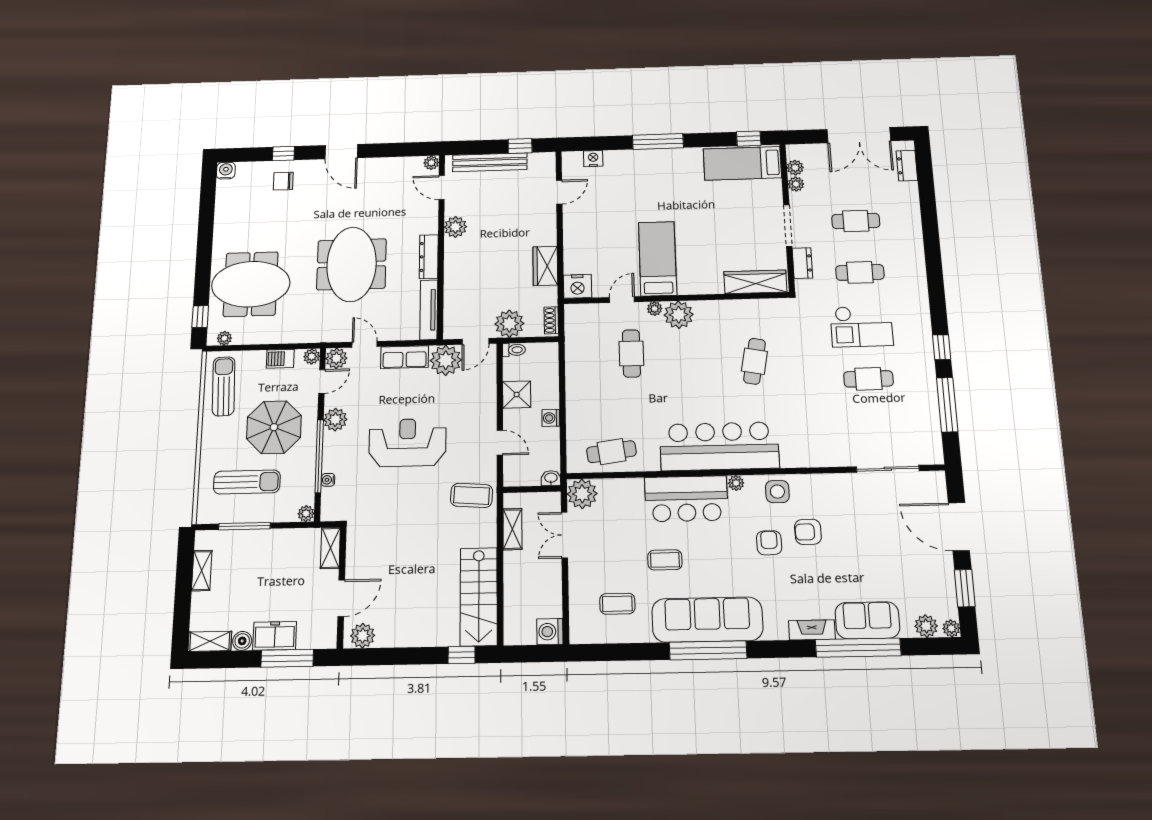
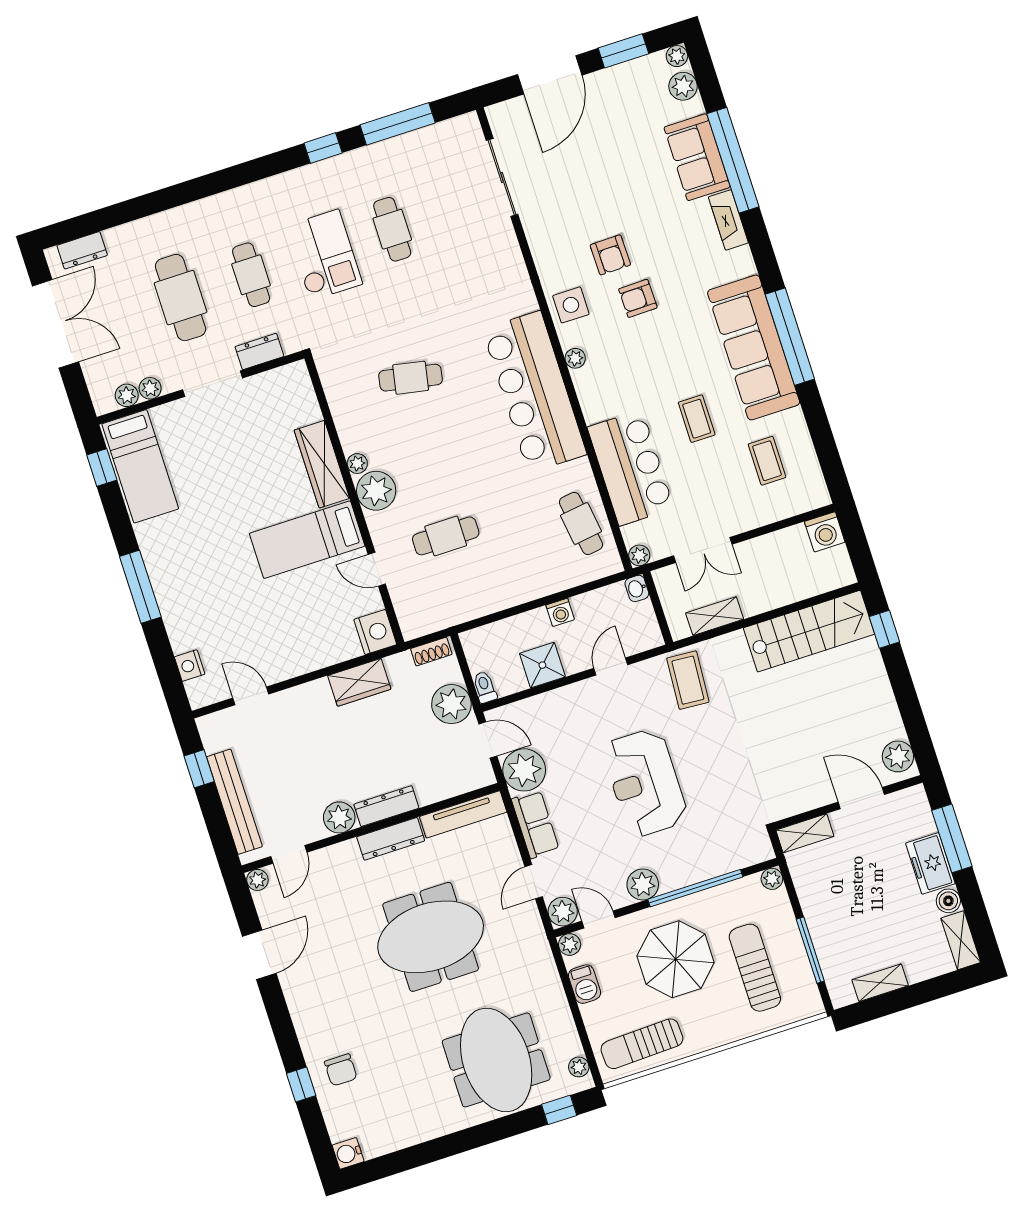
door: (341, 152) -> (259, 955), moved
cafe table: (856, 221) -> (181, 298), width x1.37, depth x1.35
dresser: (452, 260) -> (386, 806), added
wardrobe: (755, 282) -> (322, 464), moved
plant: (655, 309) -> (357, 464), moved
water cooler: (328, 480) -> (722, 866), removed
plant: (582, 494) -> (639, 555), width x0.53, depth x0.53
bar counter: (686, 499) -> (631, 468), moved

